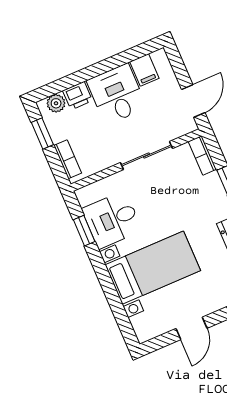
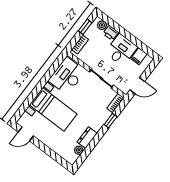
desk: (112, 220) -> (67, 76), width x1.37
window: (84, 231) -> (53, 70), removed
door: (192, 328) -> (26, 134), moved

